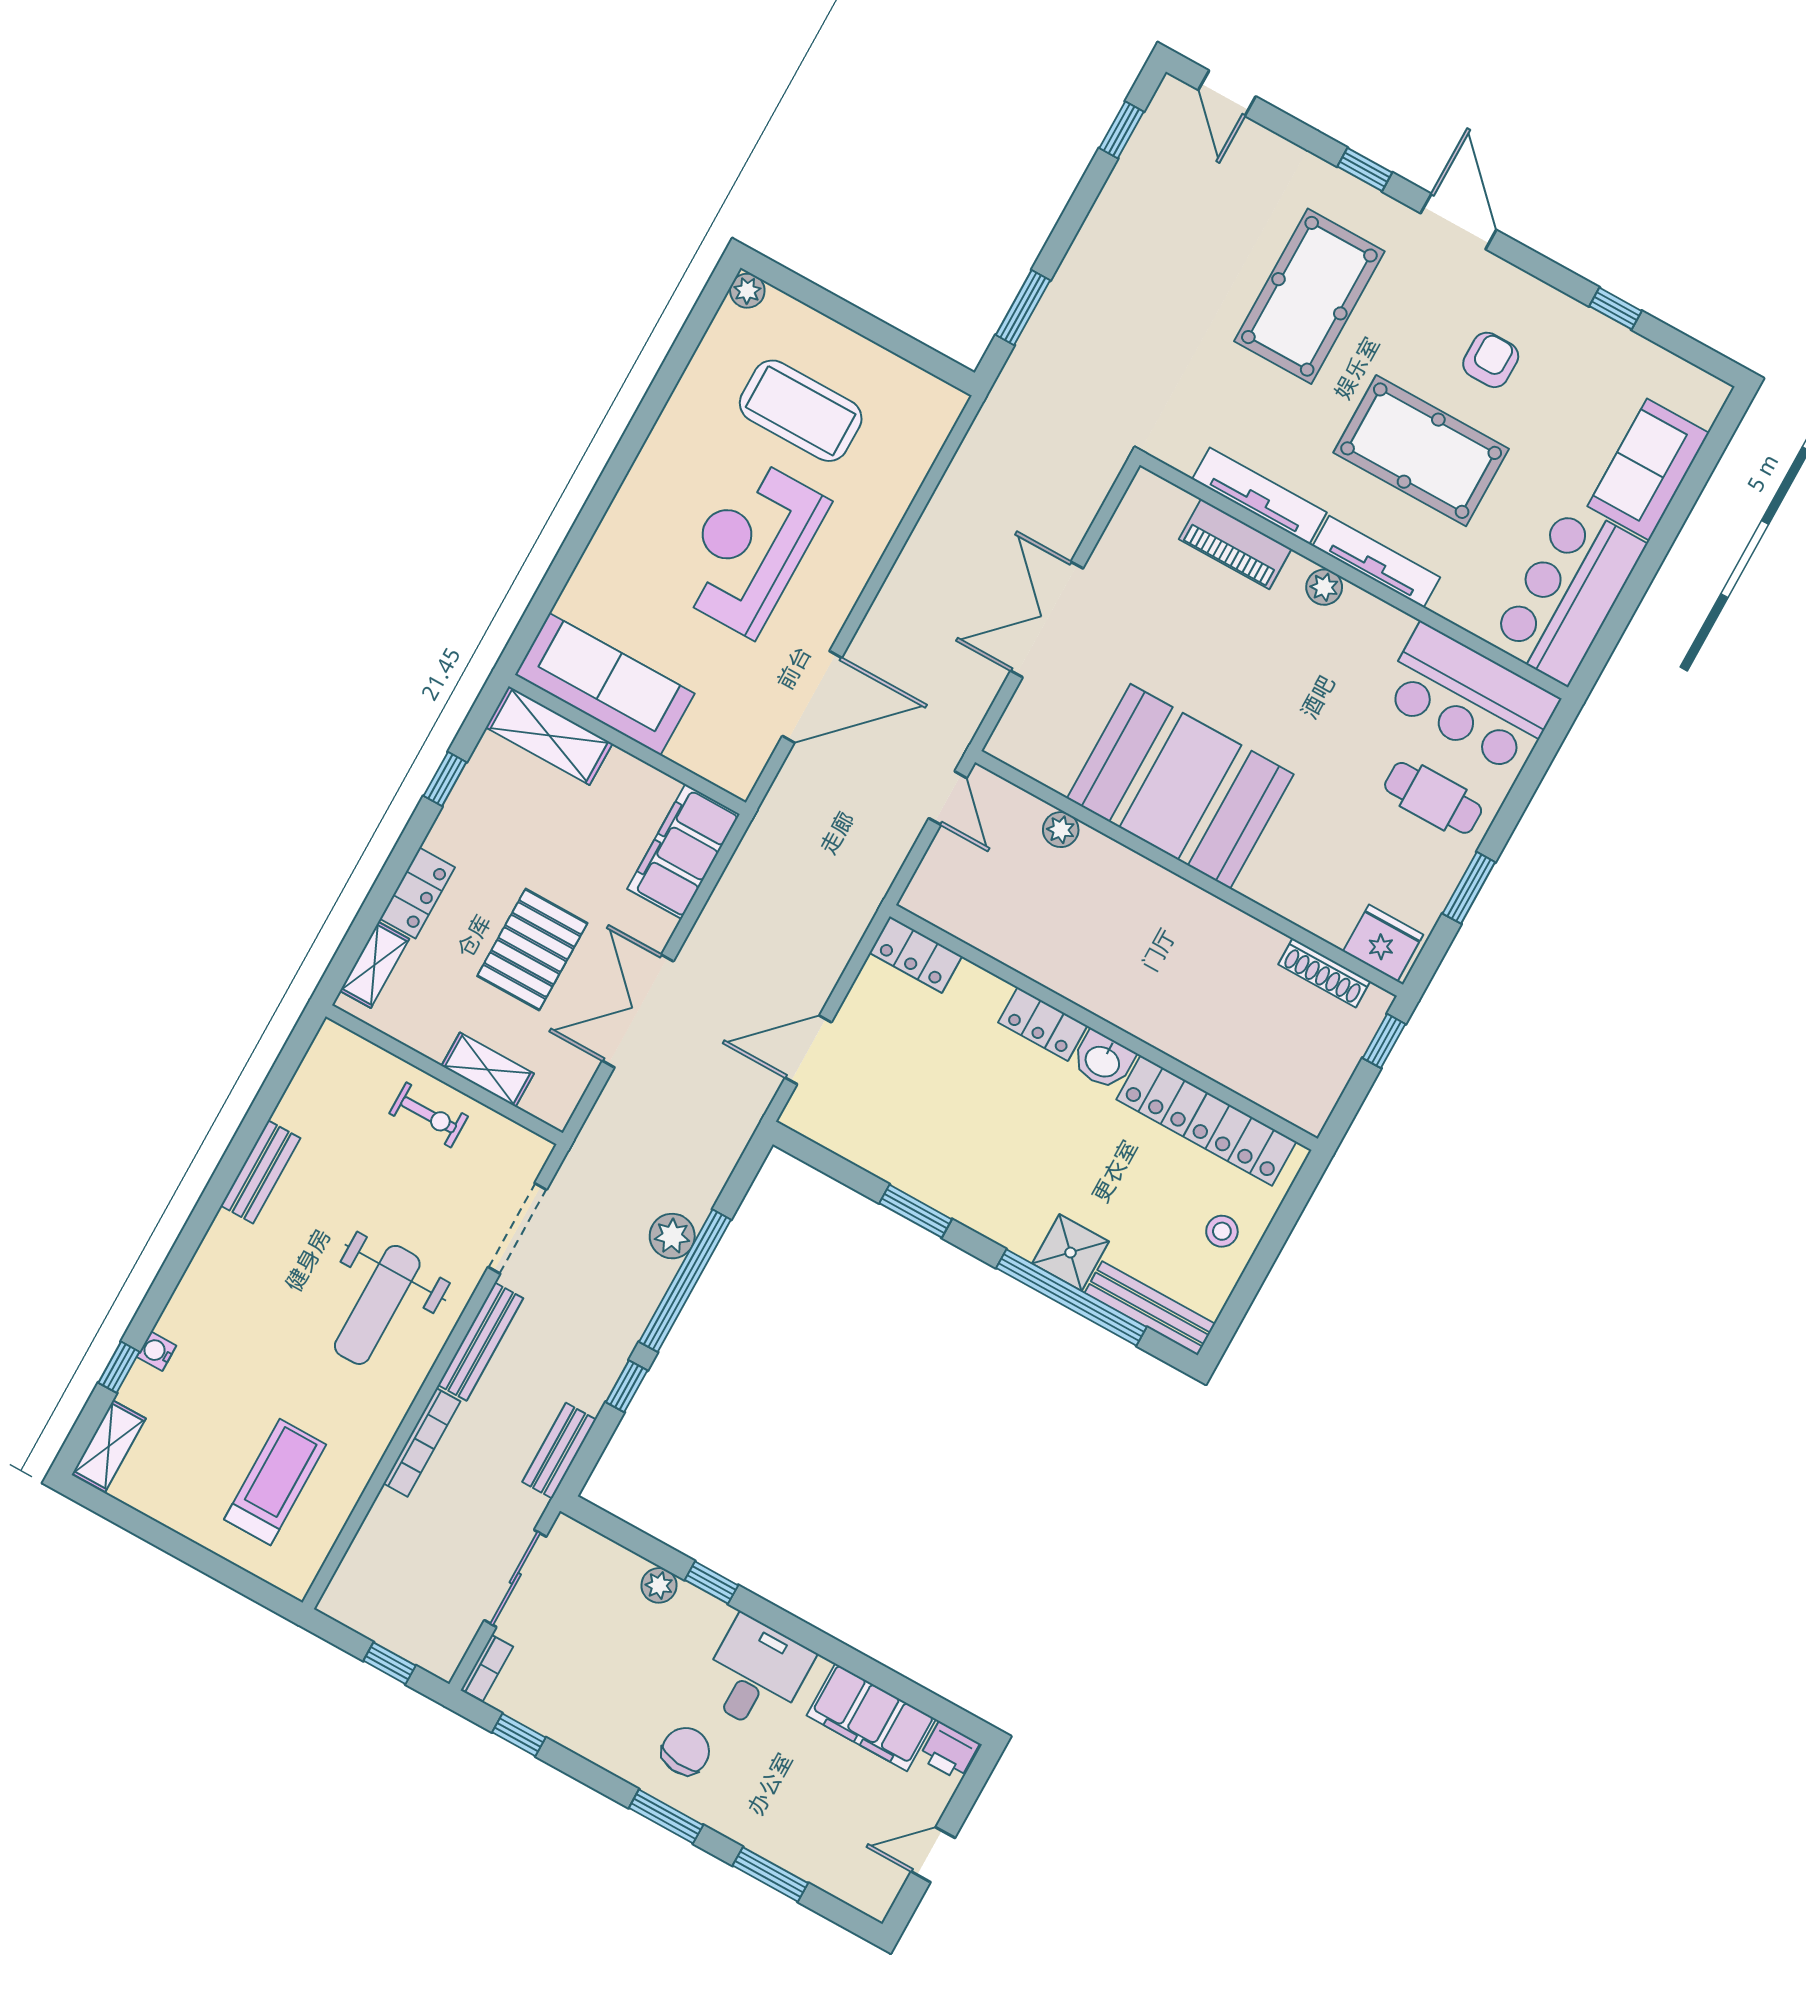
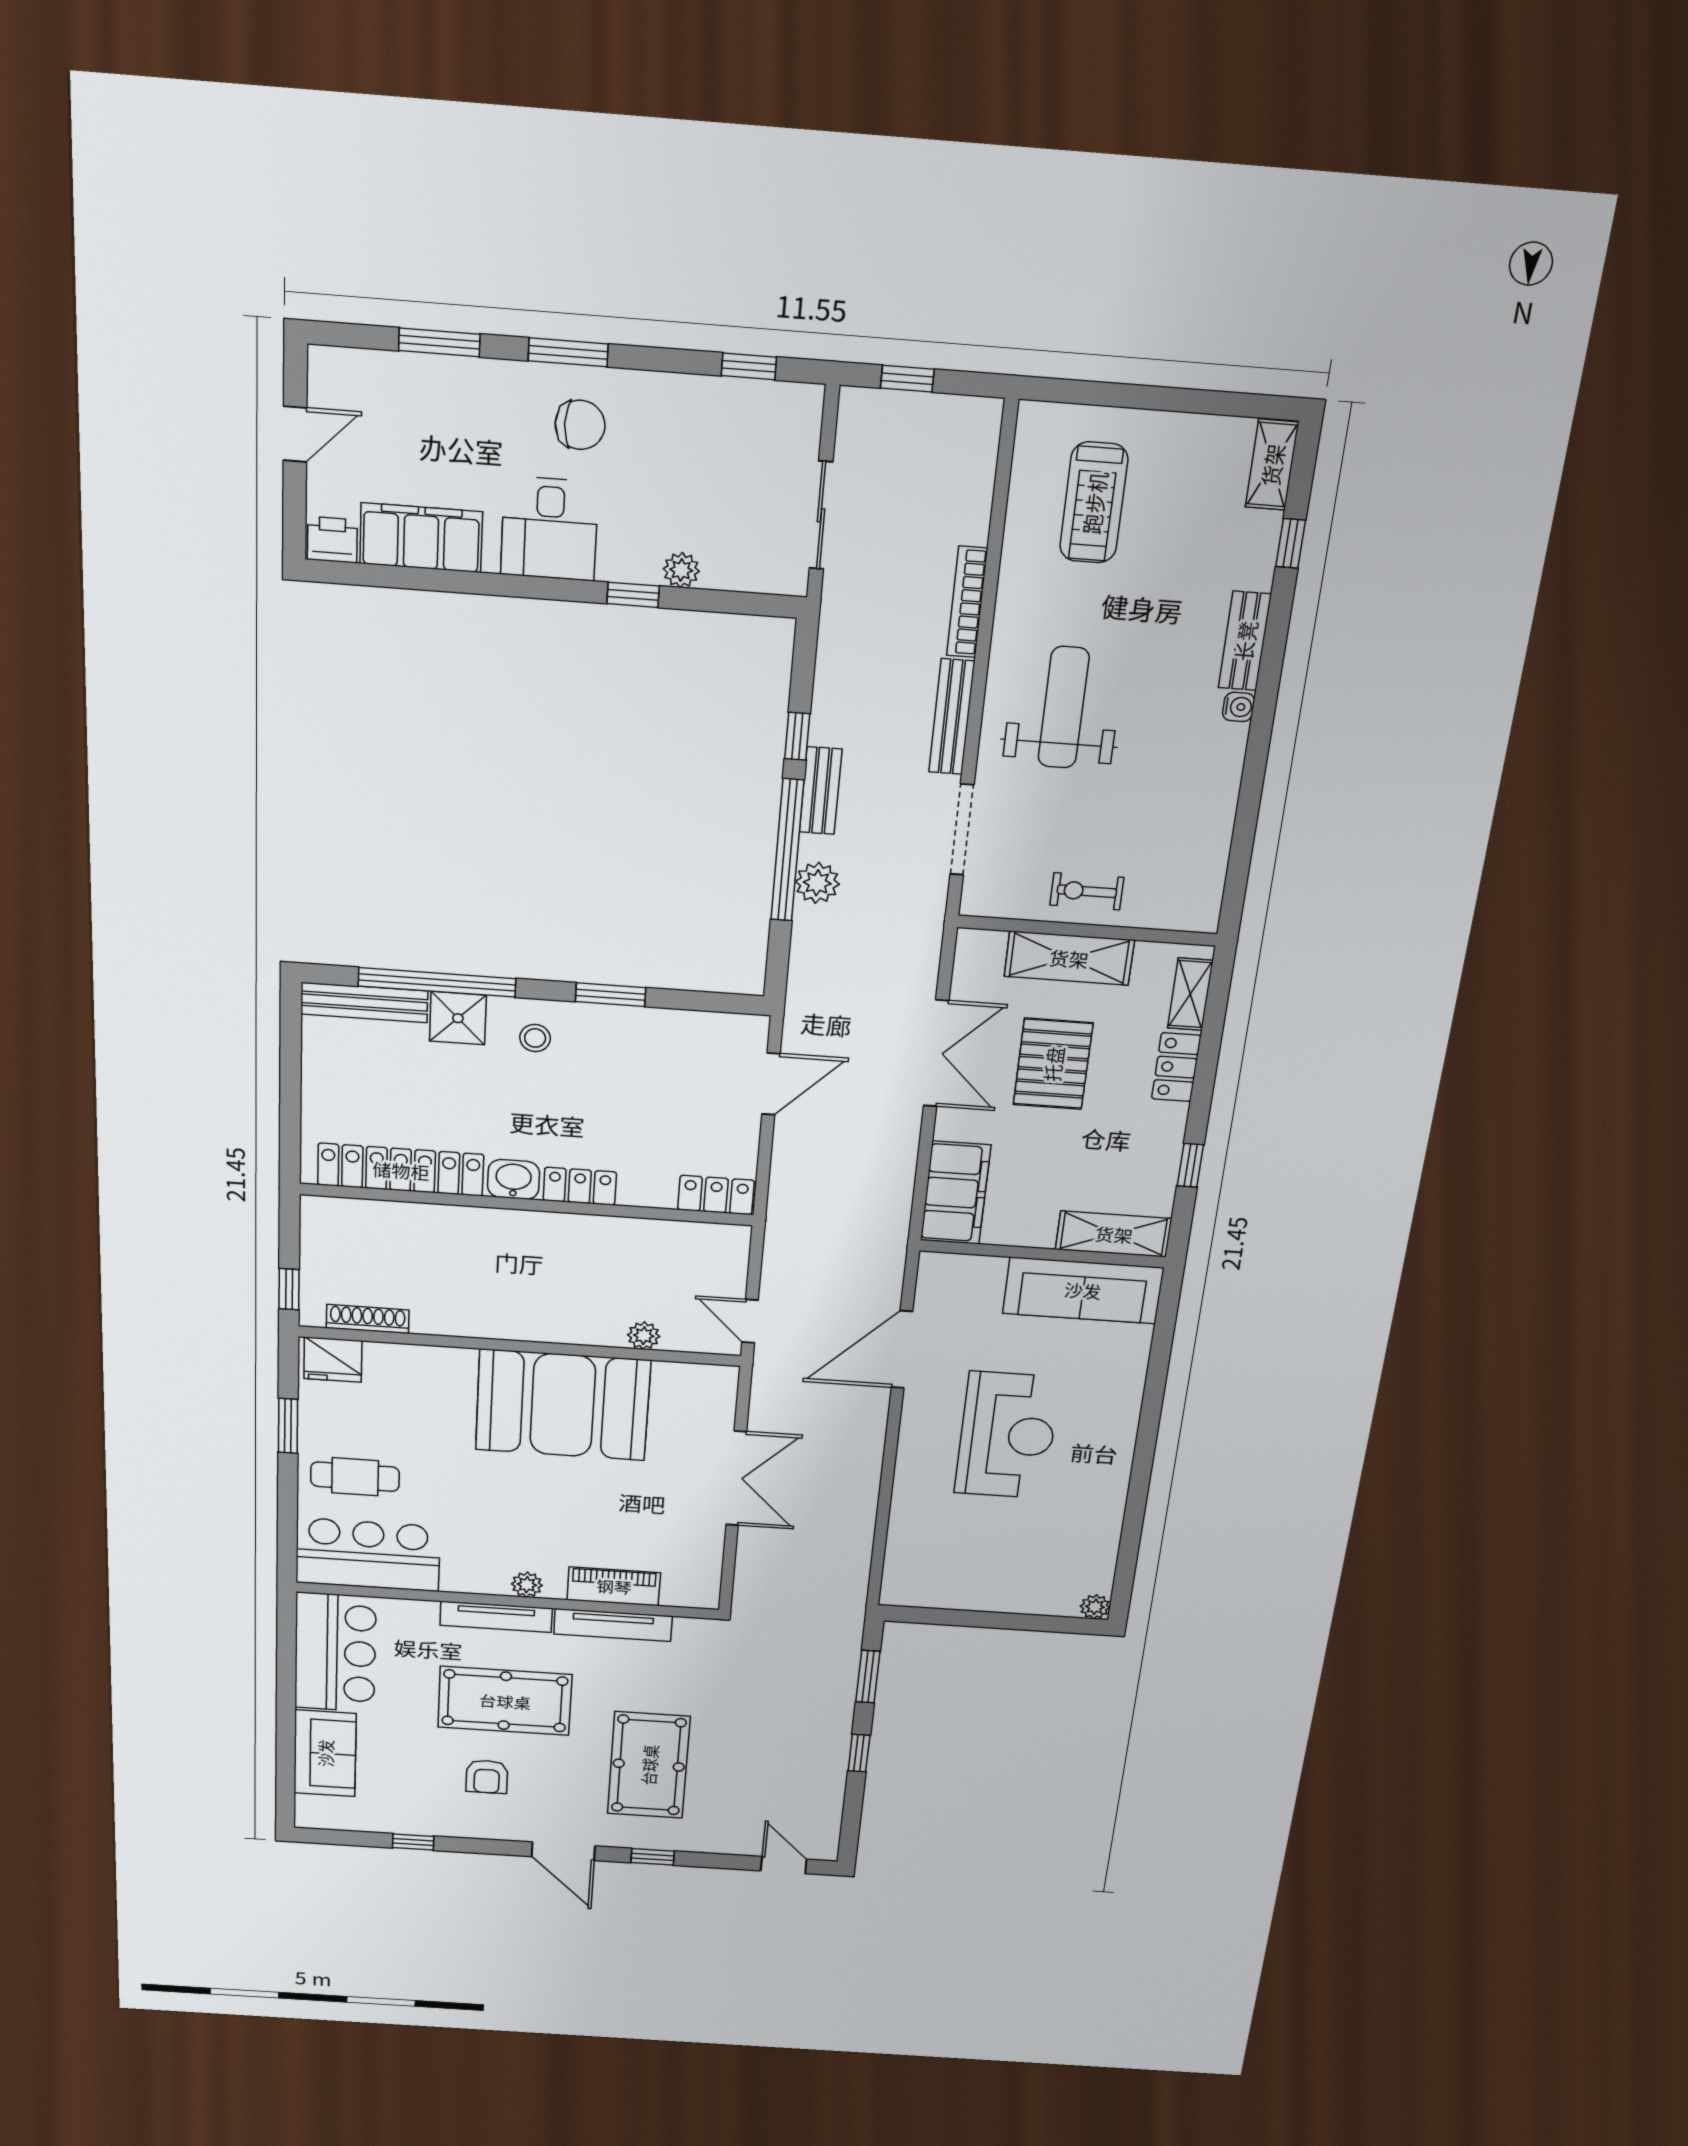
window: (1121, 130) -> (859, 1753), moved
coffee table: (801, 411) -> (1012, 1544), removed
shelving: (488, 1070) -> (1069, 958), width x1.50, depth x1.33
bench: (261, 1172) -> (1245, 641), moved
stool: (1222, 1231) -> (535, 1038), moved
water cooler: (157, 1351) -> (1239, 707), moved
bench: (559, 1451) -> (821, 791), moved
bookcase: (487, 1668) -> (810, 418), removed
chair: (686, 1751) -> (580, 425), turned -96

